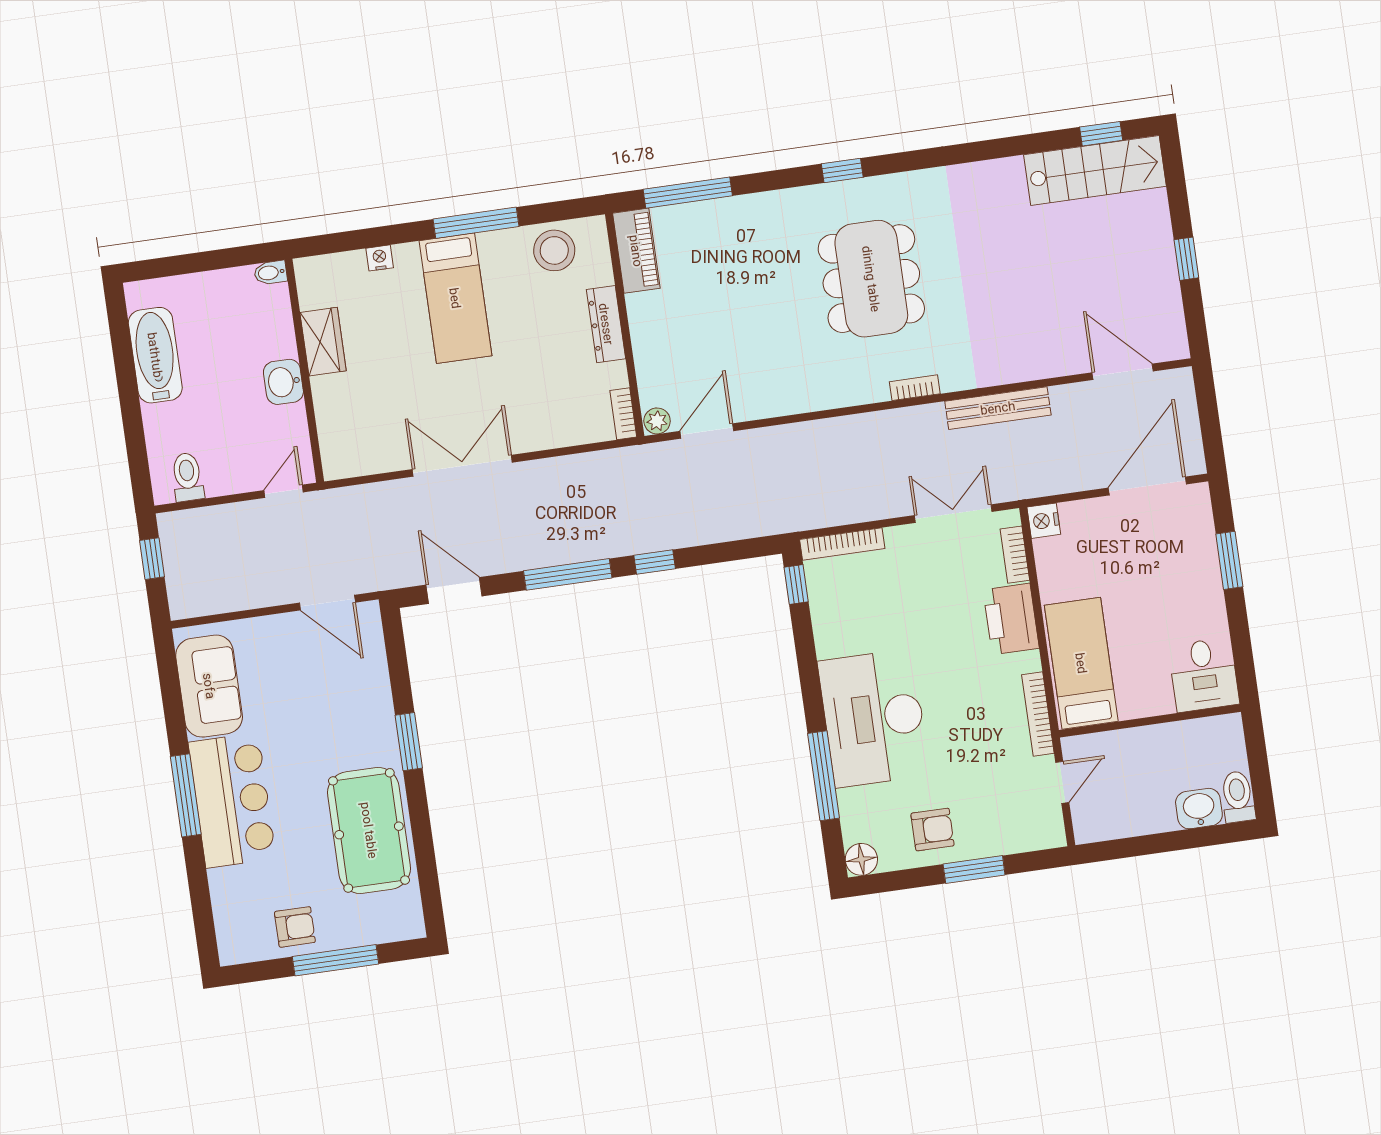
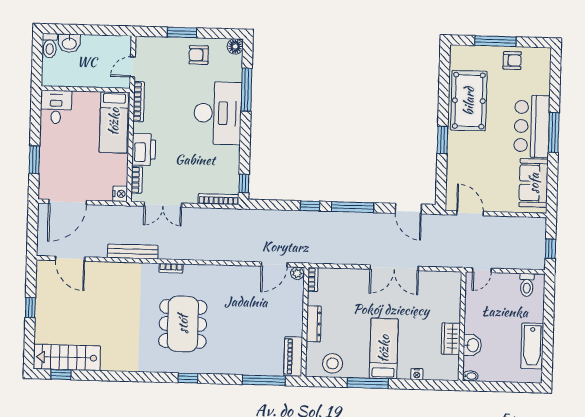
washbasin: (283, 382) -> (472, 345), moved
armchair: (295, 927) -> (512, 60), turned 180

